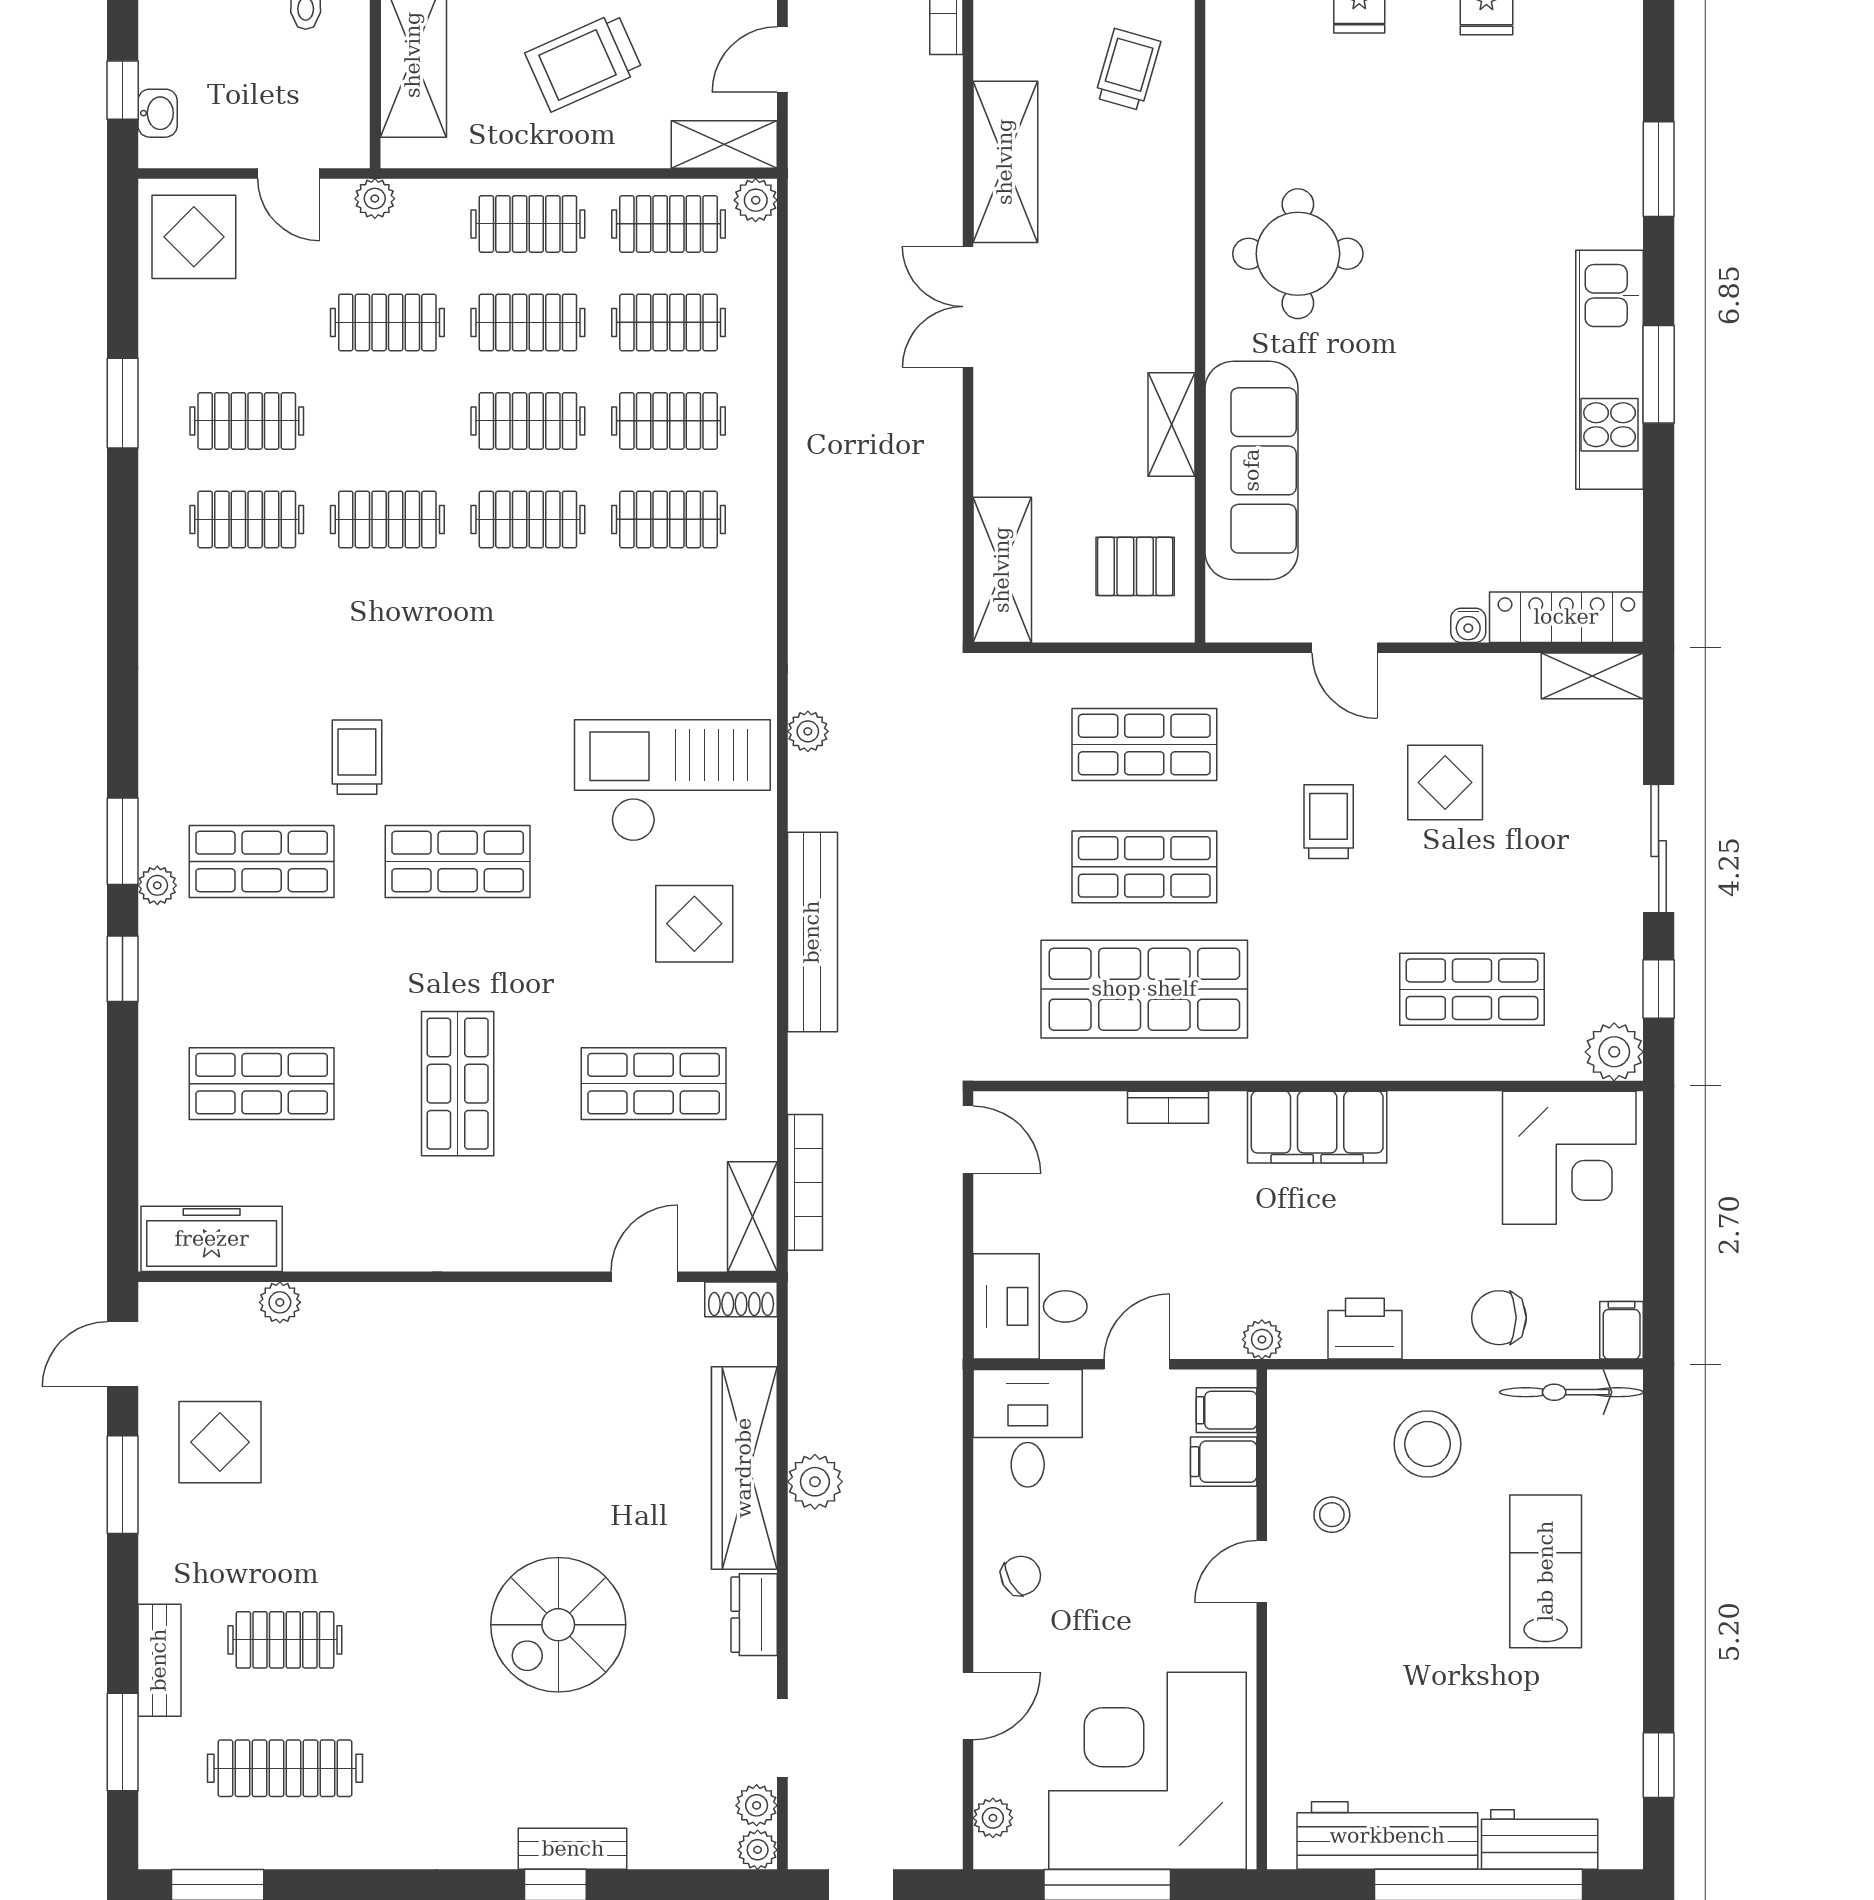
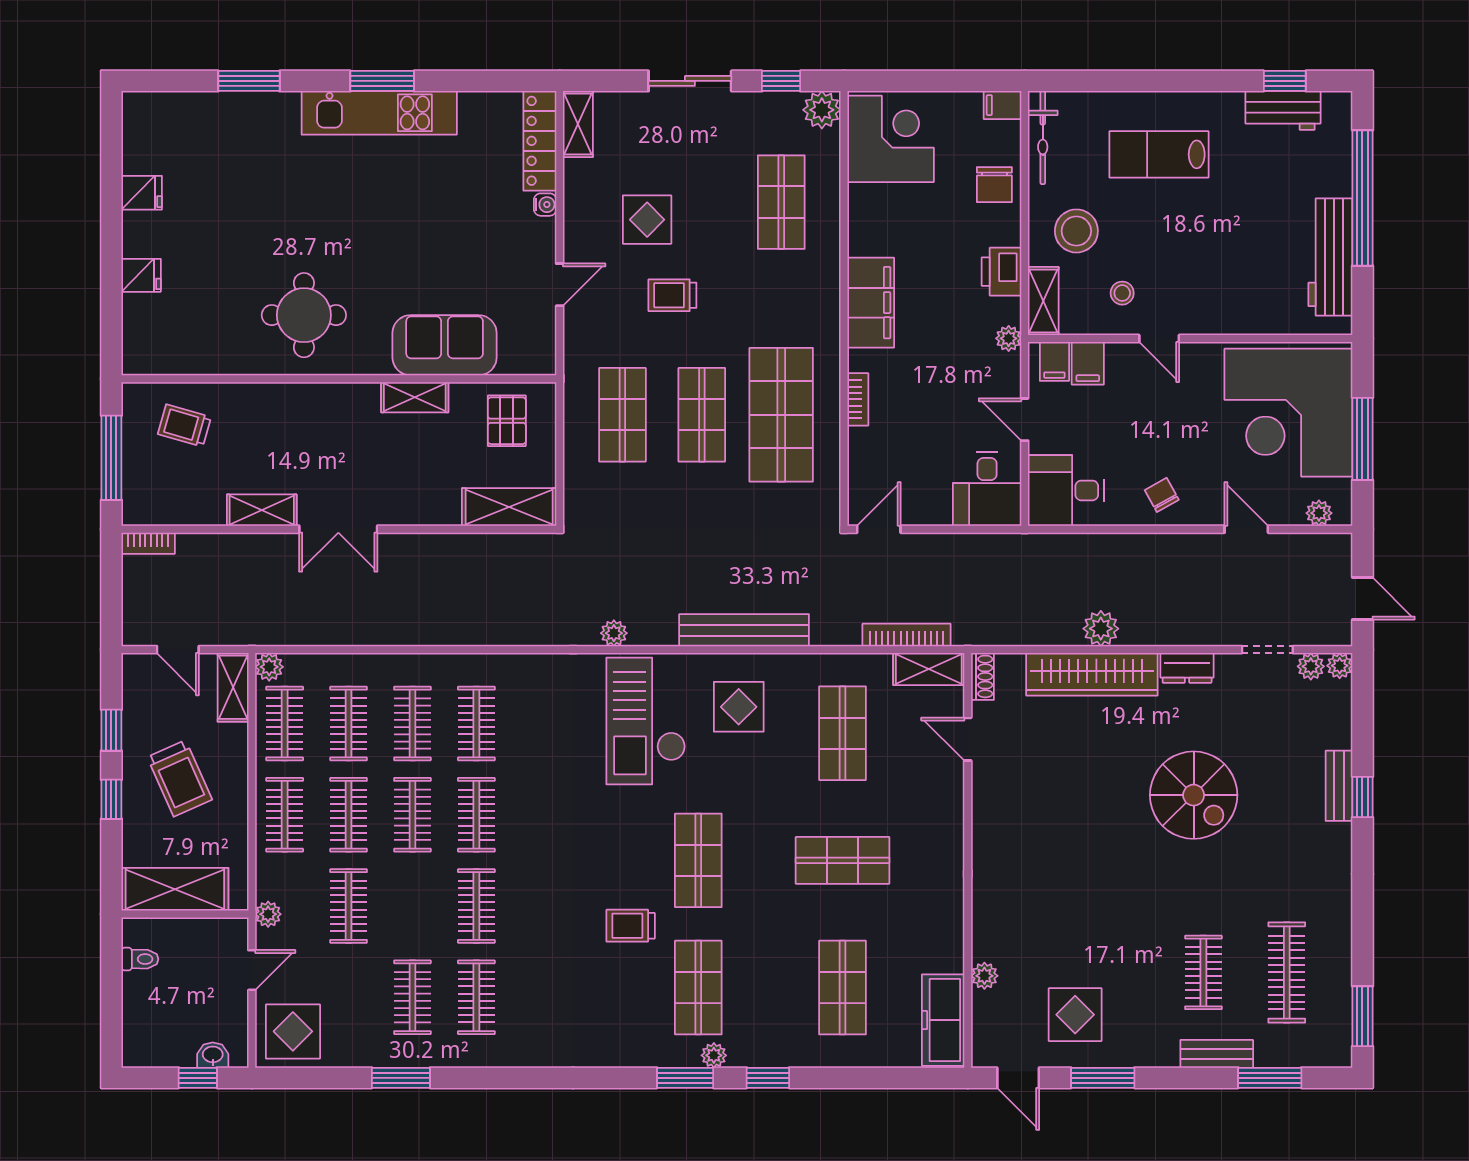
shelving: (1005, 162) -> (262, 510), width x0.67, depth x0.75
sofa: (1252, 470) -> (445, 345), width x0.73
shelving: (1320, 1393) -> (1043, 301), added
workbench: (1540, 1840) -> (1283, 110), moved, turned -90

